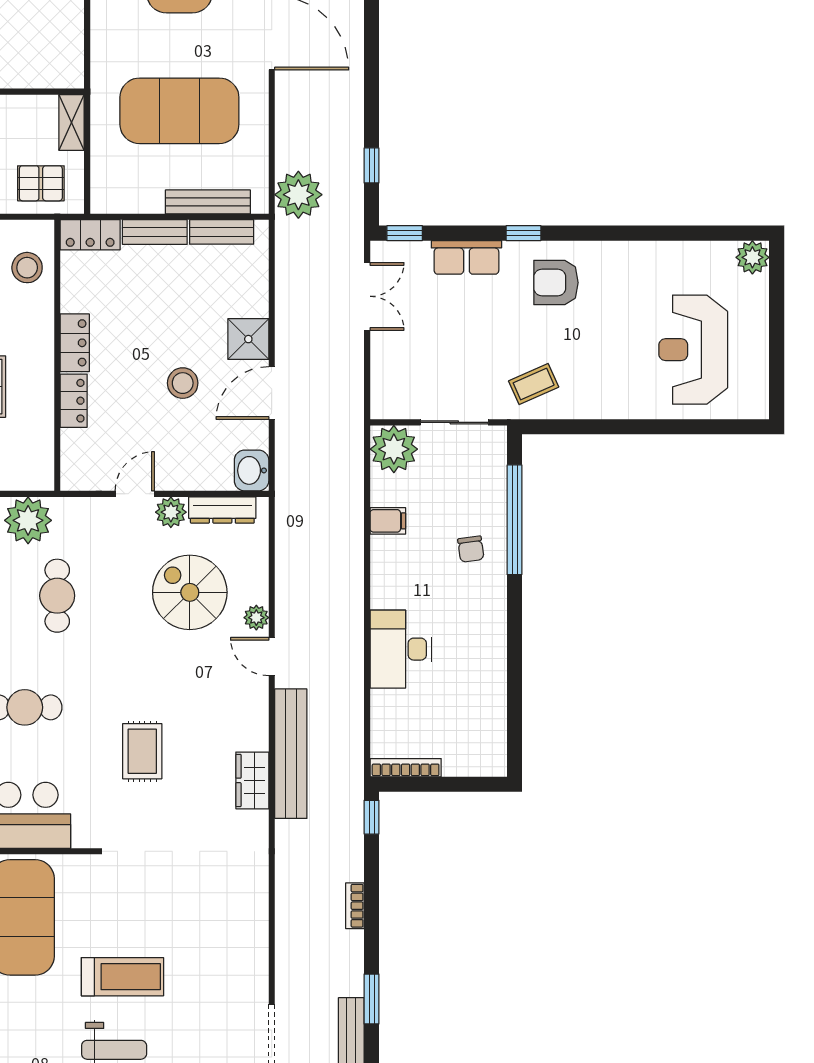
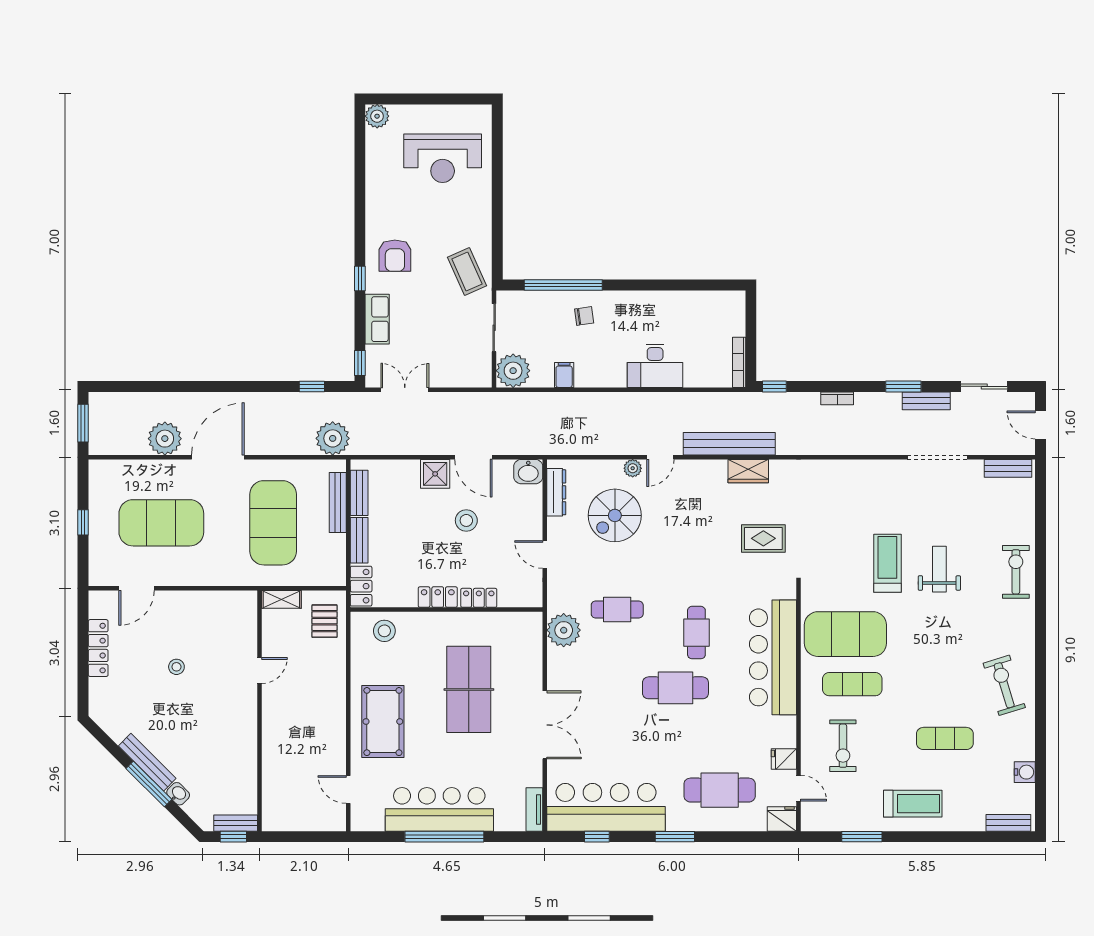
coffee table: (534, 384) -> (467, 271), width x1.36, depth x1.30
plant: (171, 512) -> (558, 529), removed
rug: (142, 751) -> (763, 538), moved

